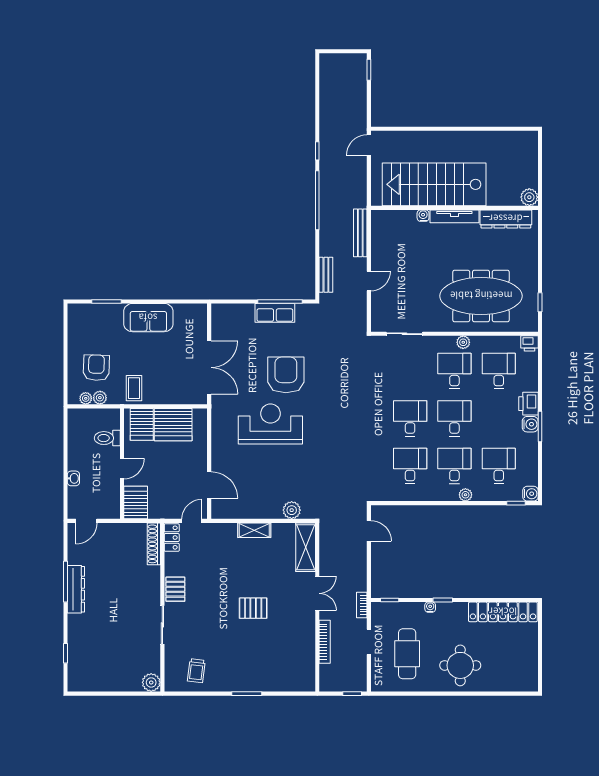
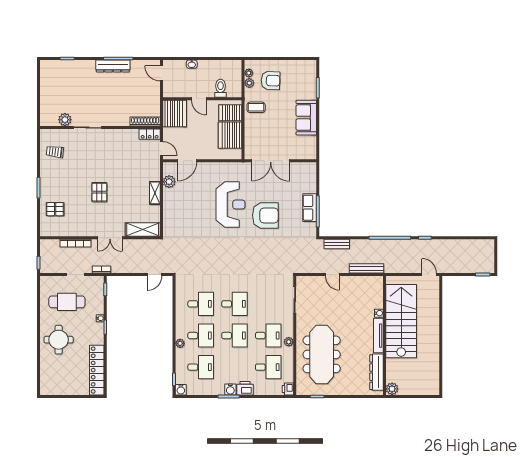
server rack: (136, 503) -> (175, 114), width x1.60
plant: (292, 510) -> (169, 182), moved
pallet: (175, 589) -> (55, 209), moved
plant: (151, 682) -> (65, 120), moved

